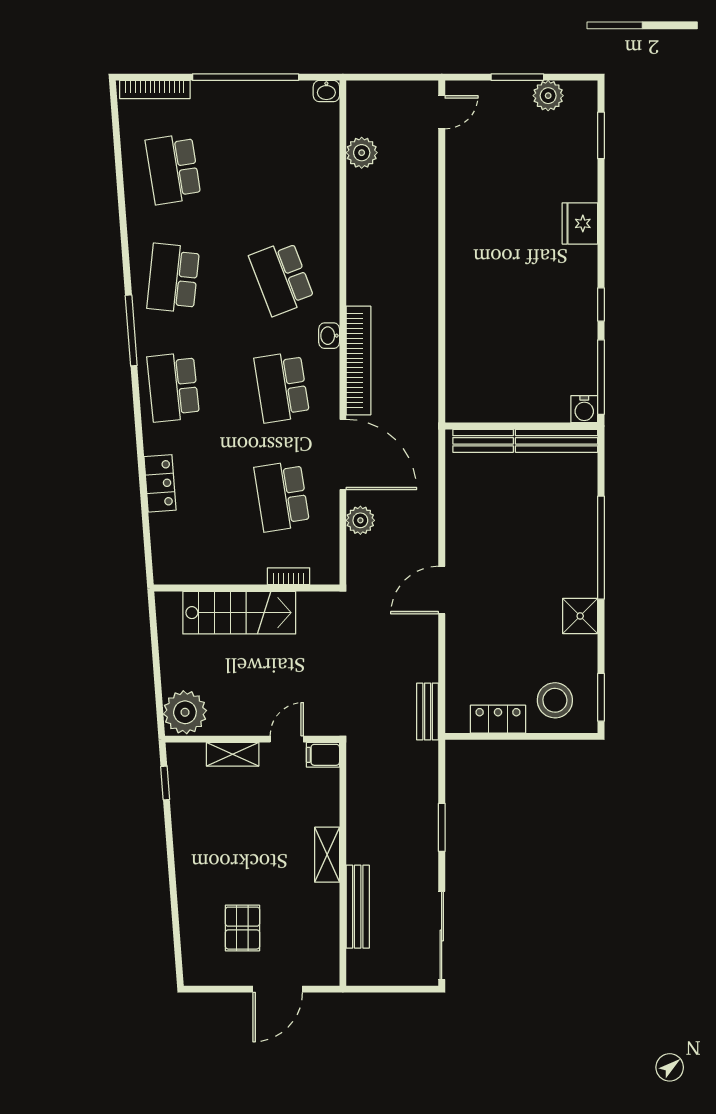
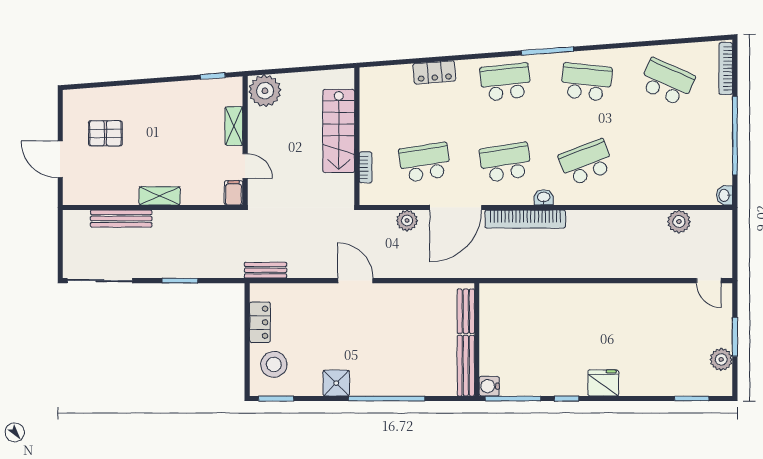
school desk: (173, 169) -> (667, 82), turned 33
fridge: (580, 223) -> (603, 383), moved

